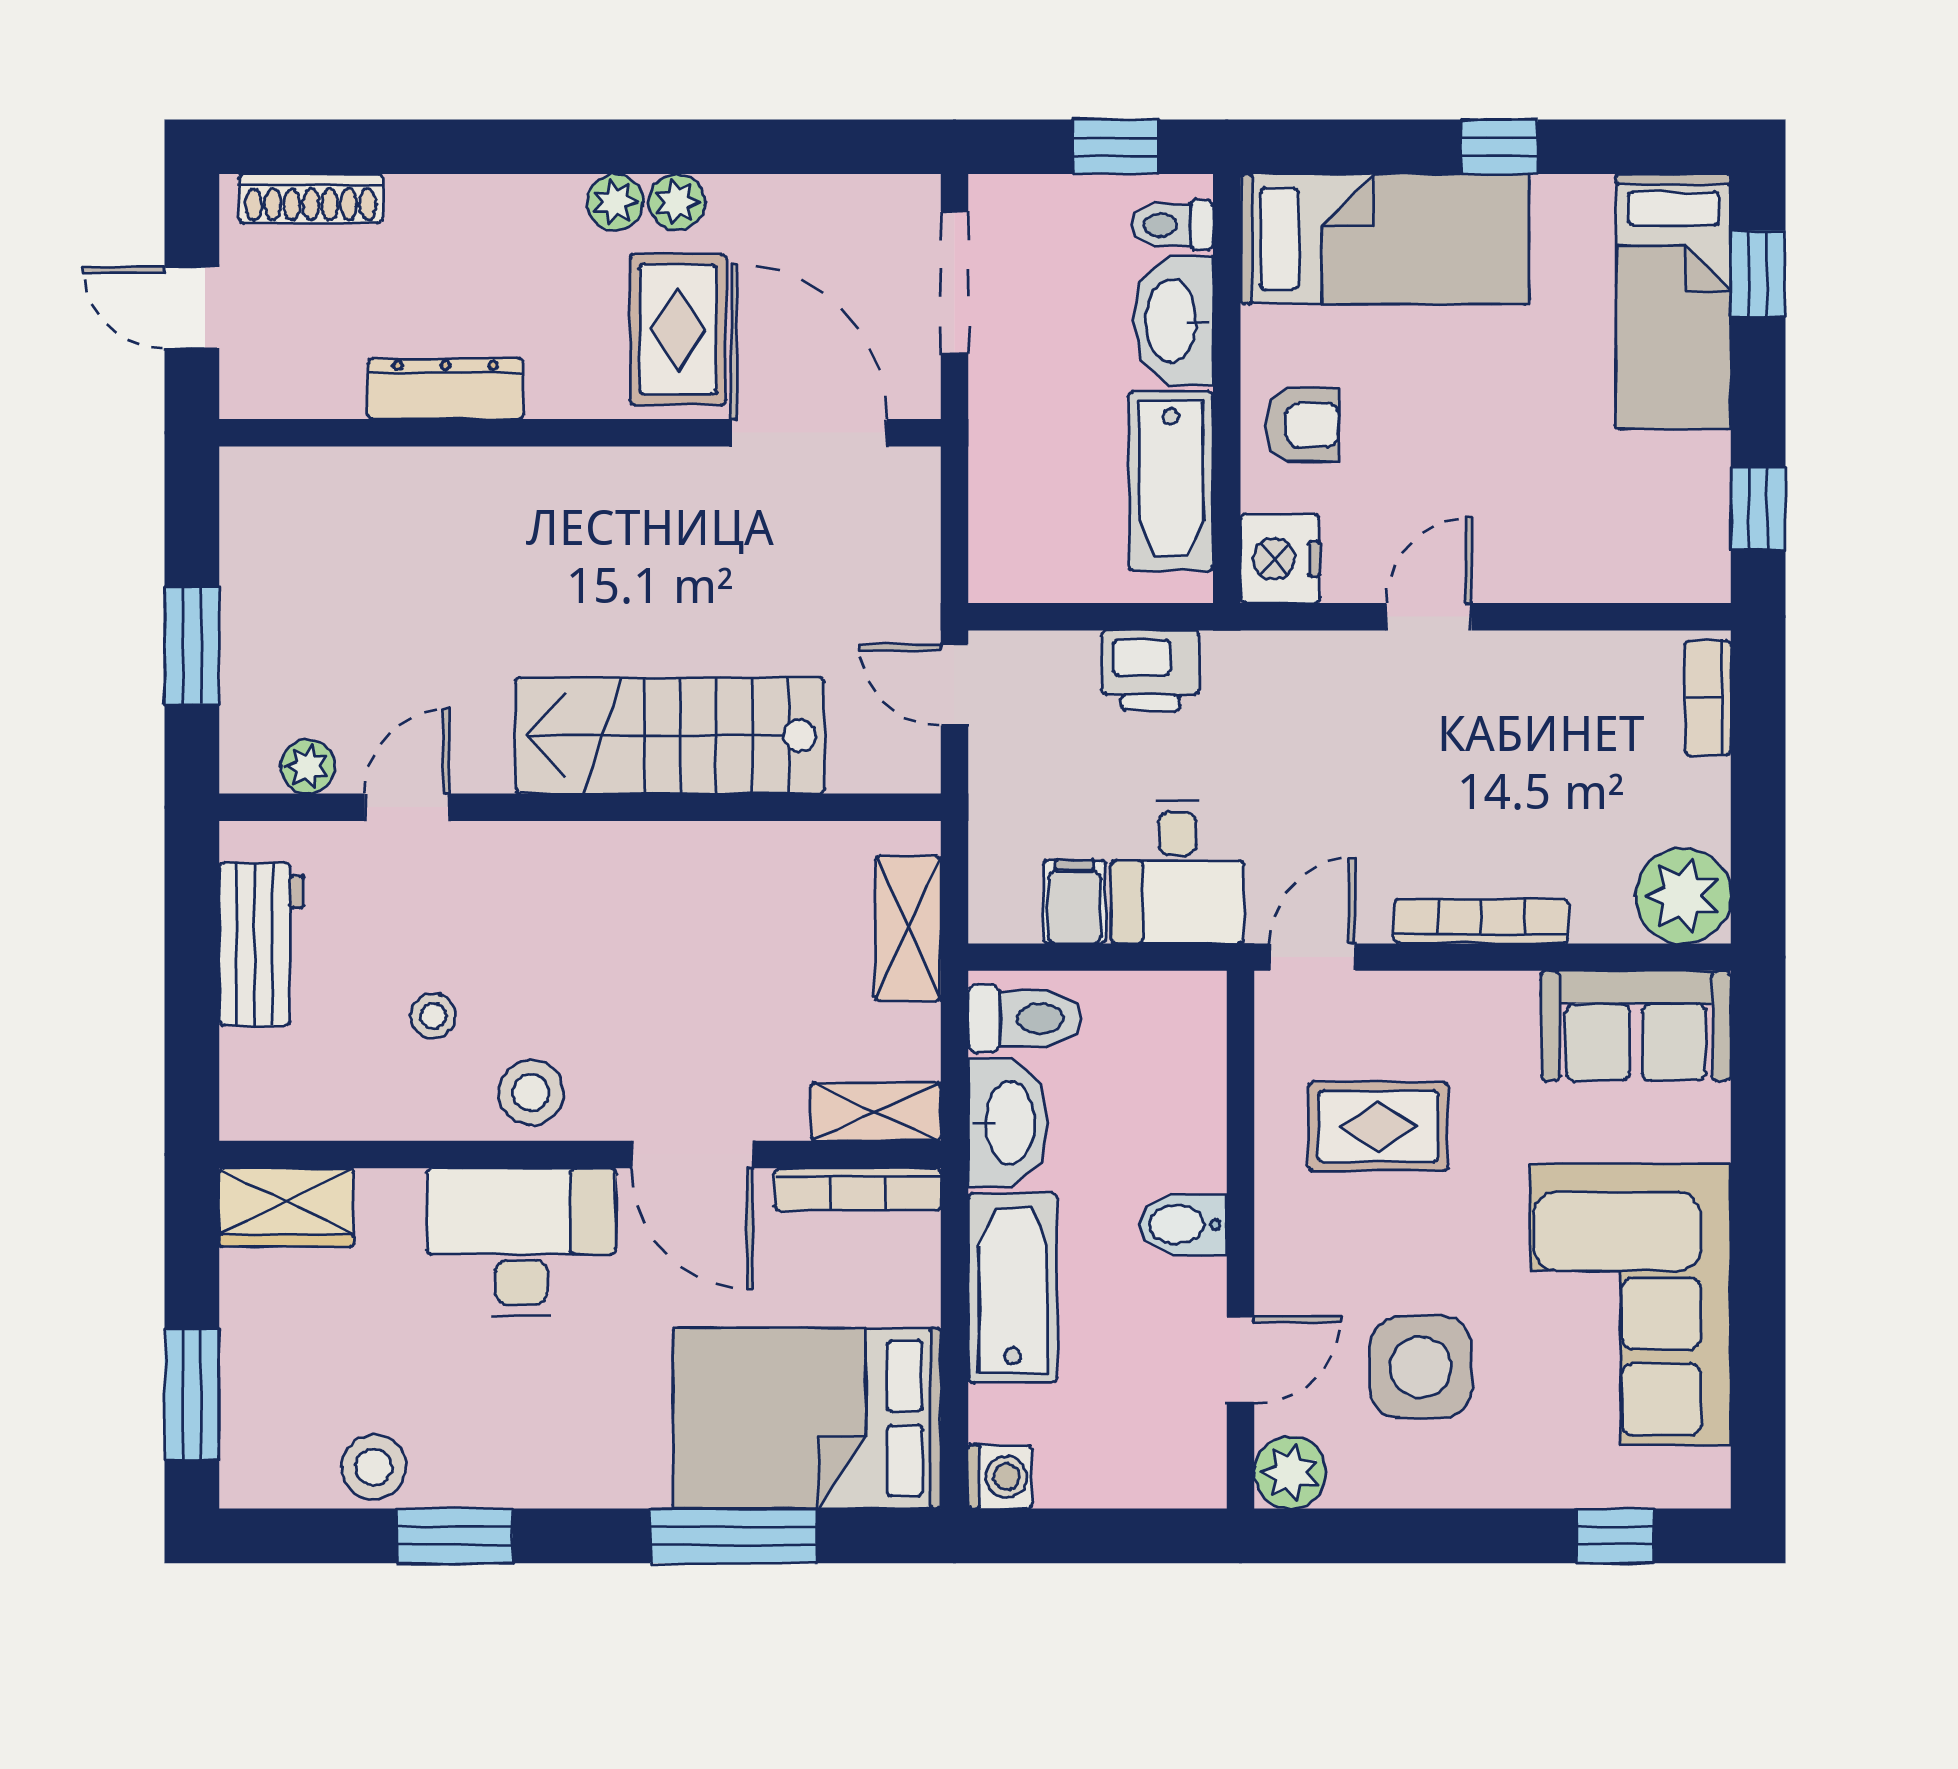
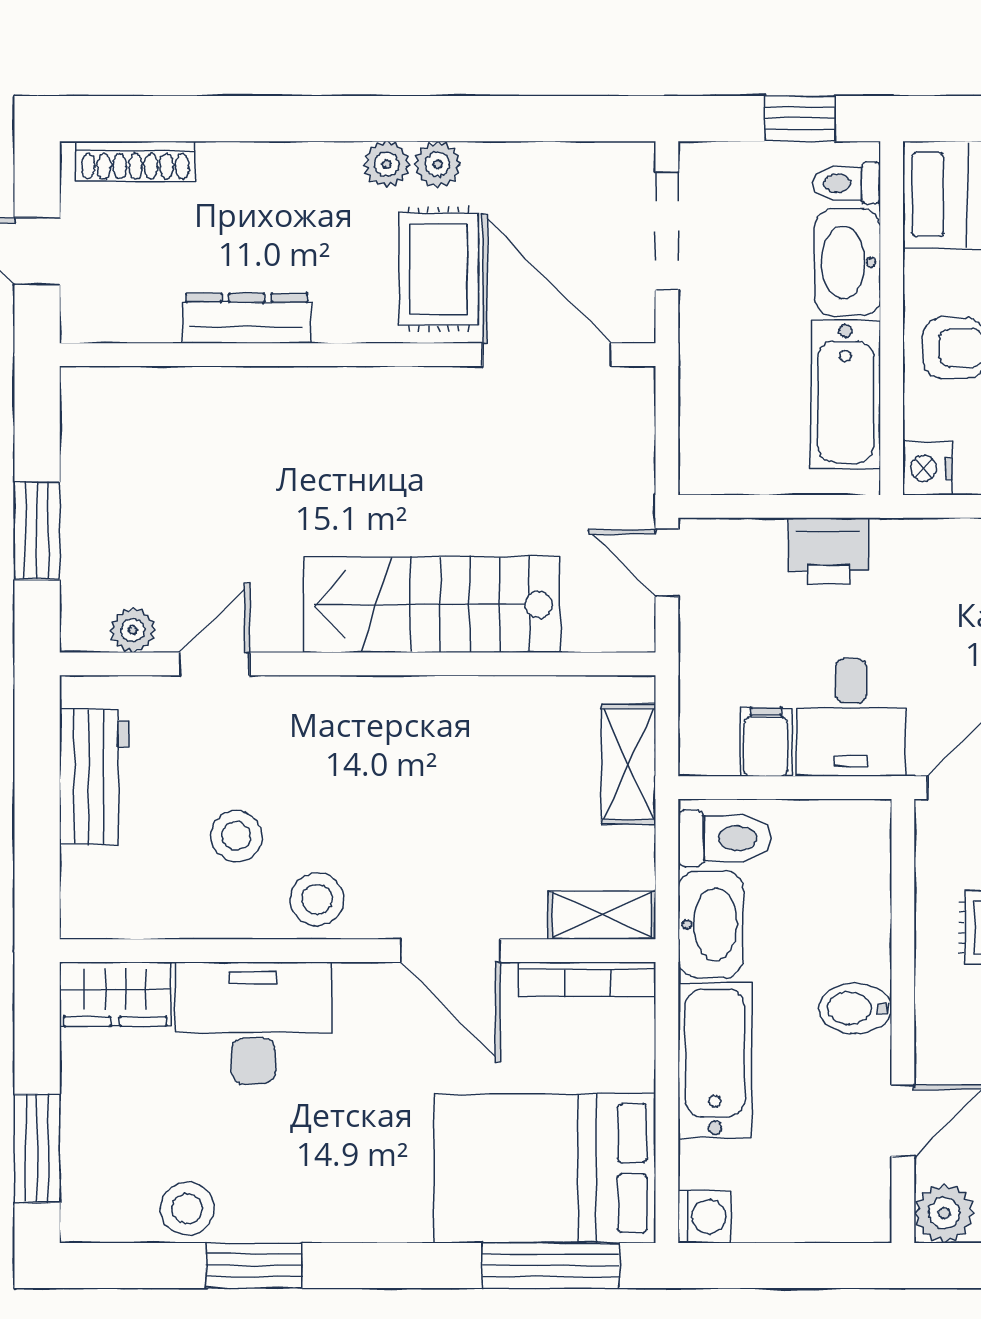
nightstand: (1280, 559) -> (928, 468), width x0.74, depth x0.75
stool: (433, 1016) -> (236, 836), width x1.37, depth x1.37
desk: (521, 1242) -> (253, 1023), moved
window: (733, 1536) -> (551, 1266), moved

